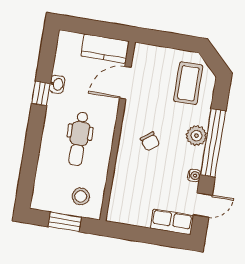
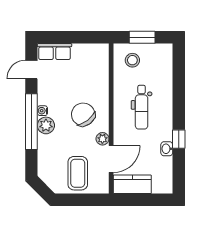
coffee table: (188, 83) -> (78, 173), moved
plant: (132, 109) -> (102, 139), added
dental chair: (79, 139) -> (142, 107), turned 180
chair: (150, 141) -> (83, 114), width x1.87, depth x1.87
water cooler: (194, 175) -> (42, 111), moved

